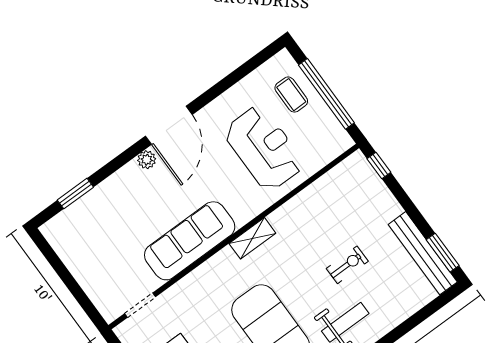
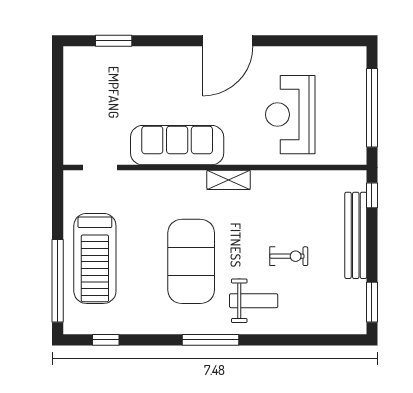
coffee table: (291, 95) -> (343, 88), removed
reception desk: (264, 148) -> (290, 115), turned 180
plant: (147, 160) -> (190, 55), removed
bench: (423, 253) -> (356, 235), moved

